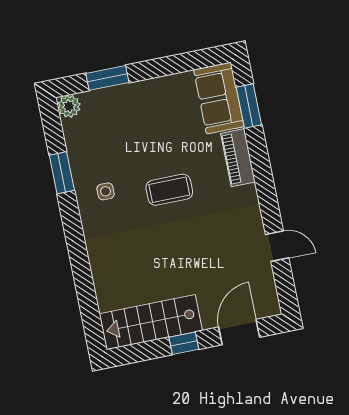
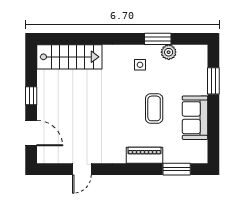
sofa: (219, 98) -> (195, 118), moved, turned -90
plant: (69, 106) -> (169, 52), moved
coffee table: (169, 190) -> (154, 108), moved
stairs: (151, 322) -> (69, 57), moved, turned 90

